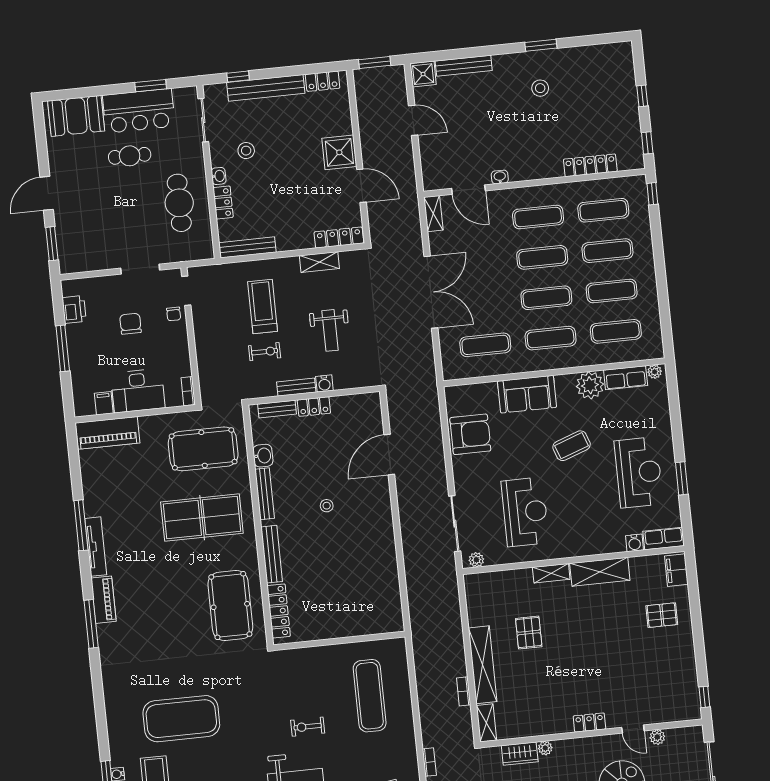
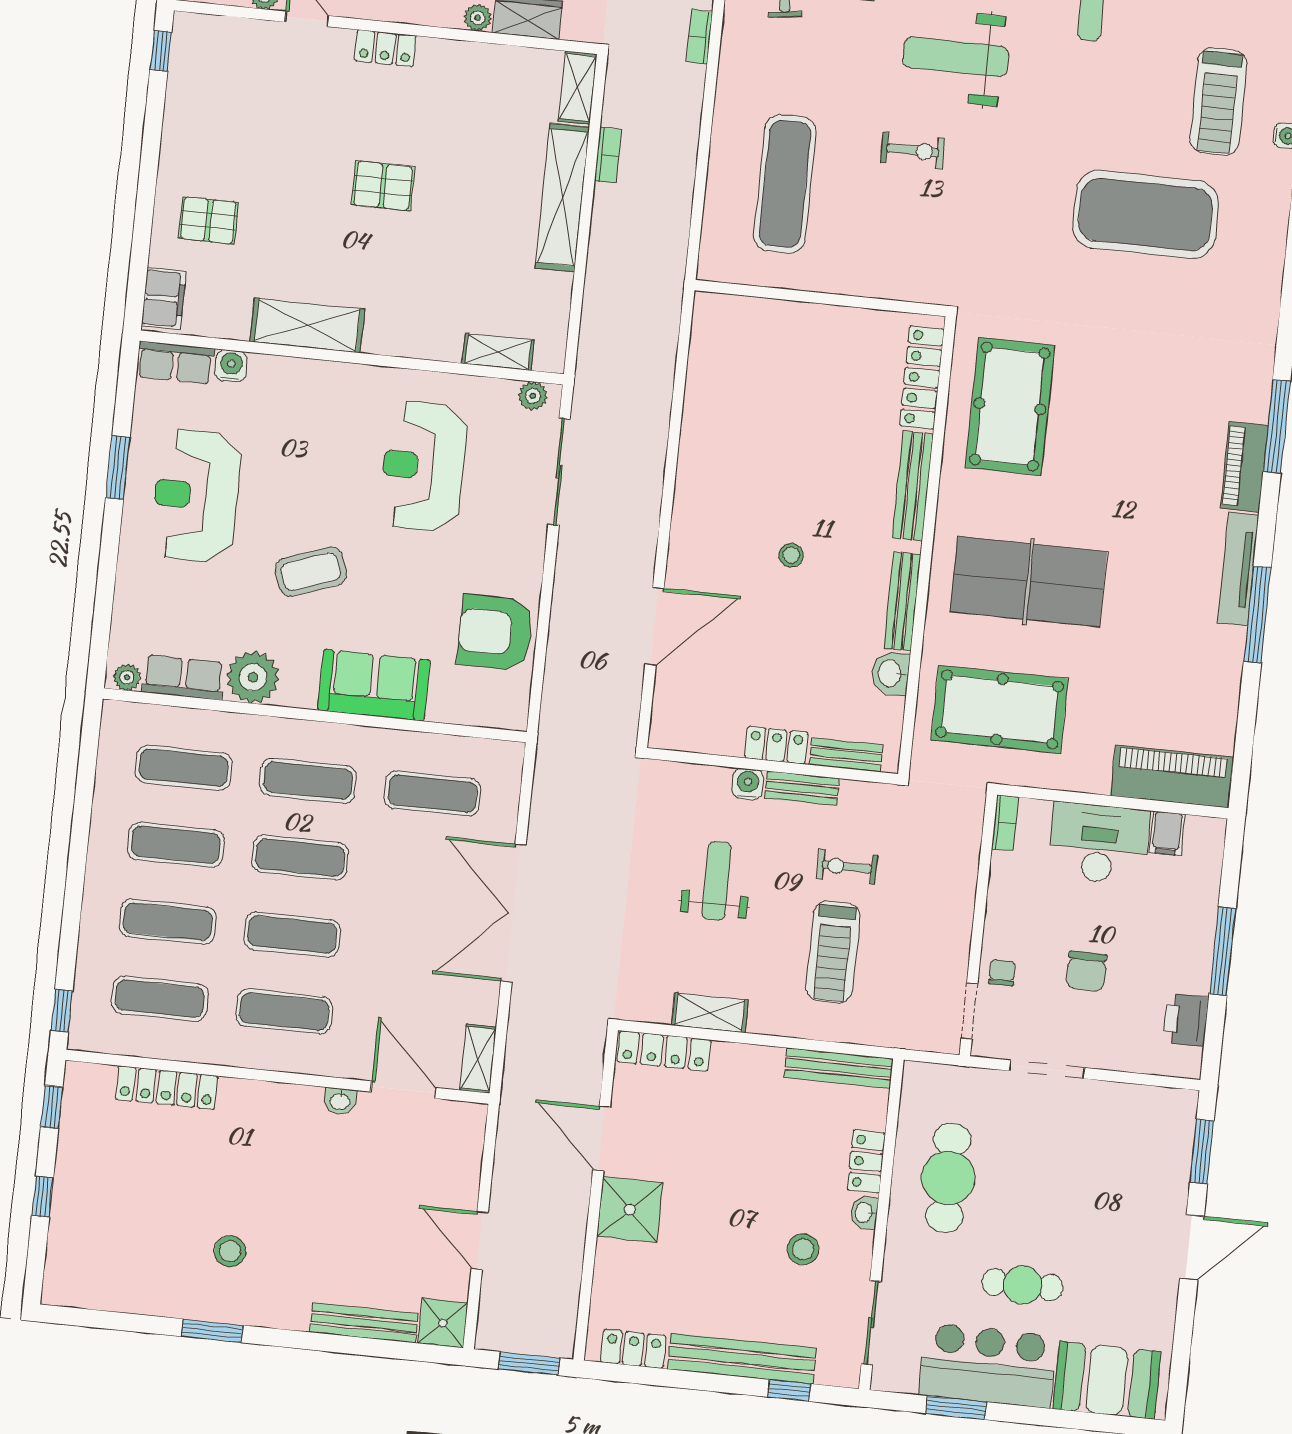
shelving: (551, 573) -> (498, 352), moved
pallet: (529, 633) -> (383, 186), moved, turned 90

